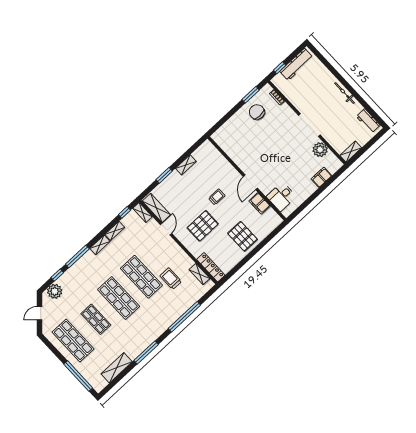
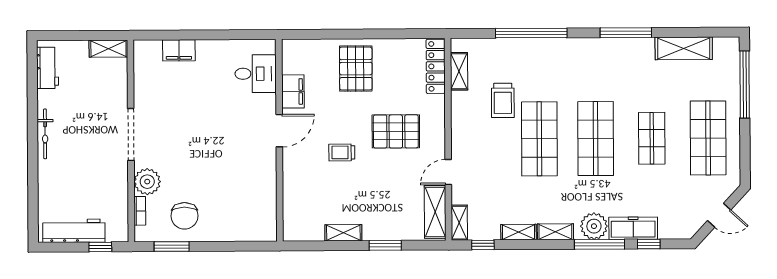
plant: (320, 150) -> (147, 182), moved
freezer: (70, 276) -> (633, 228), added
plant: (55, 291) -> (594, 226), moved

